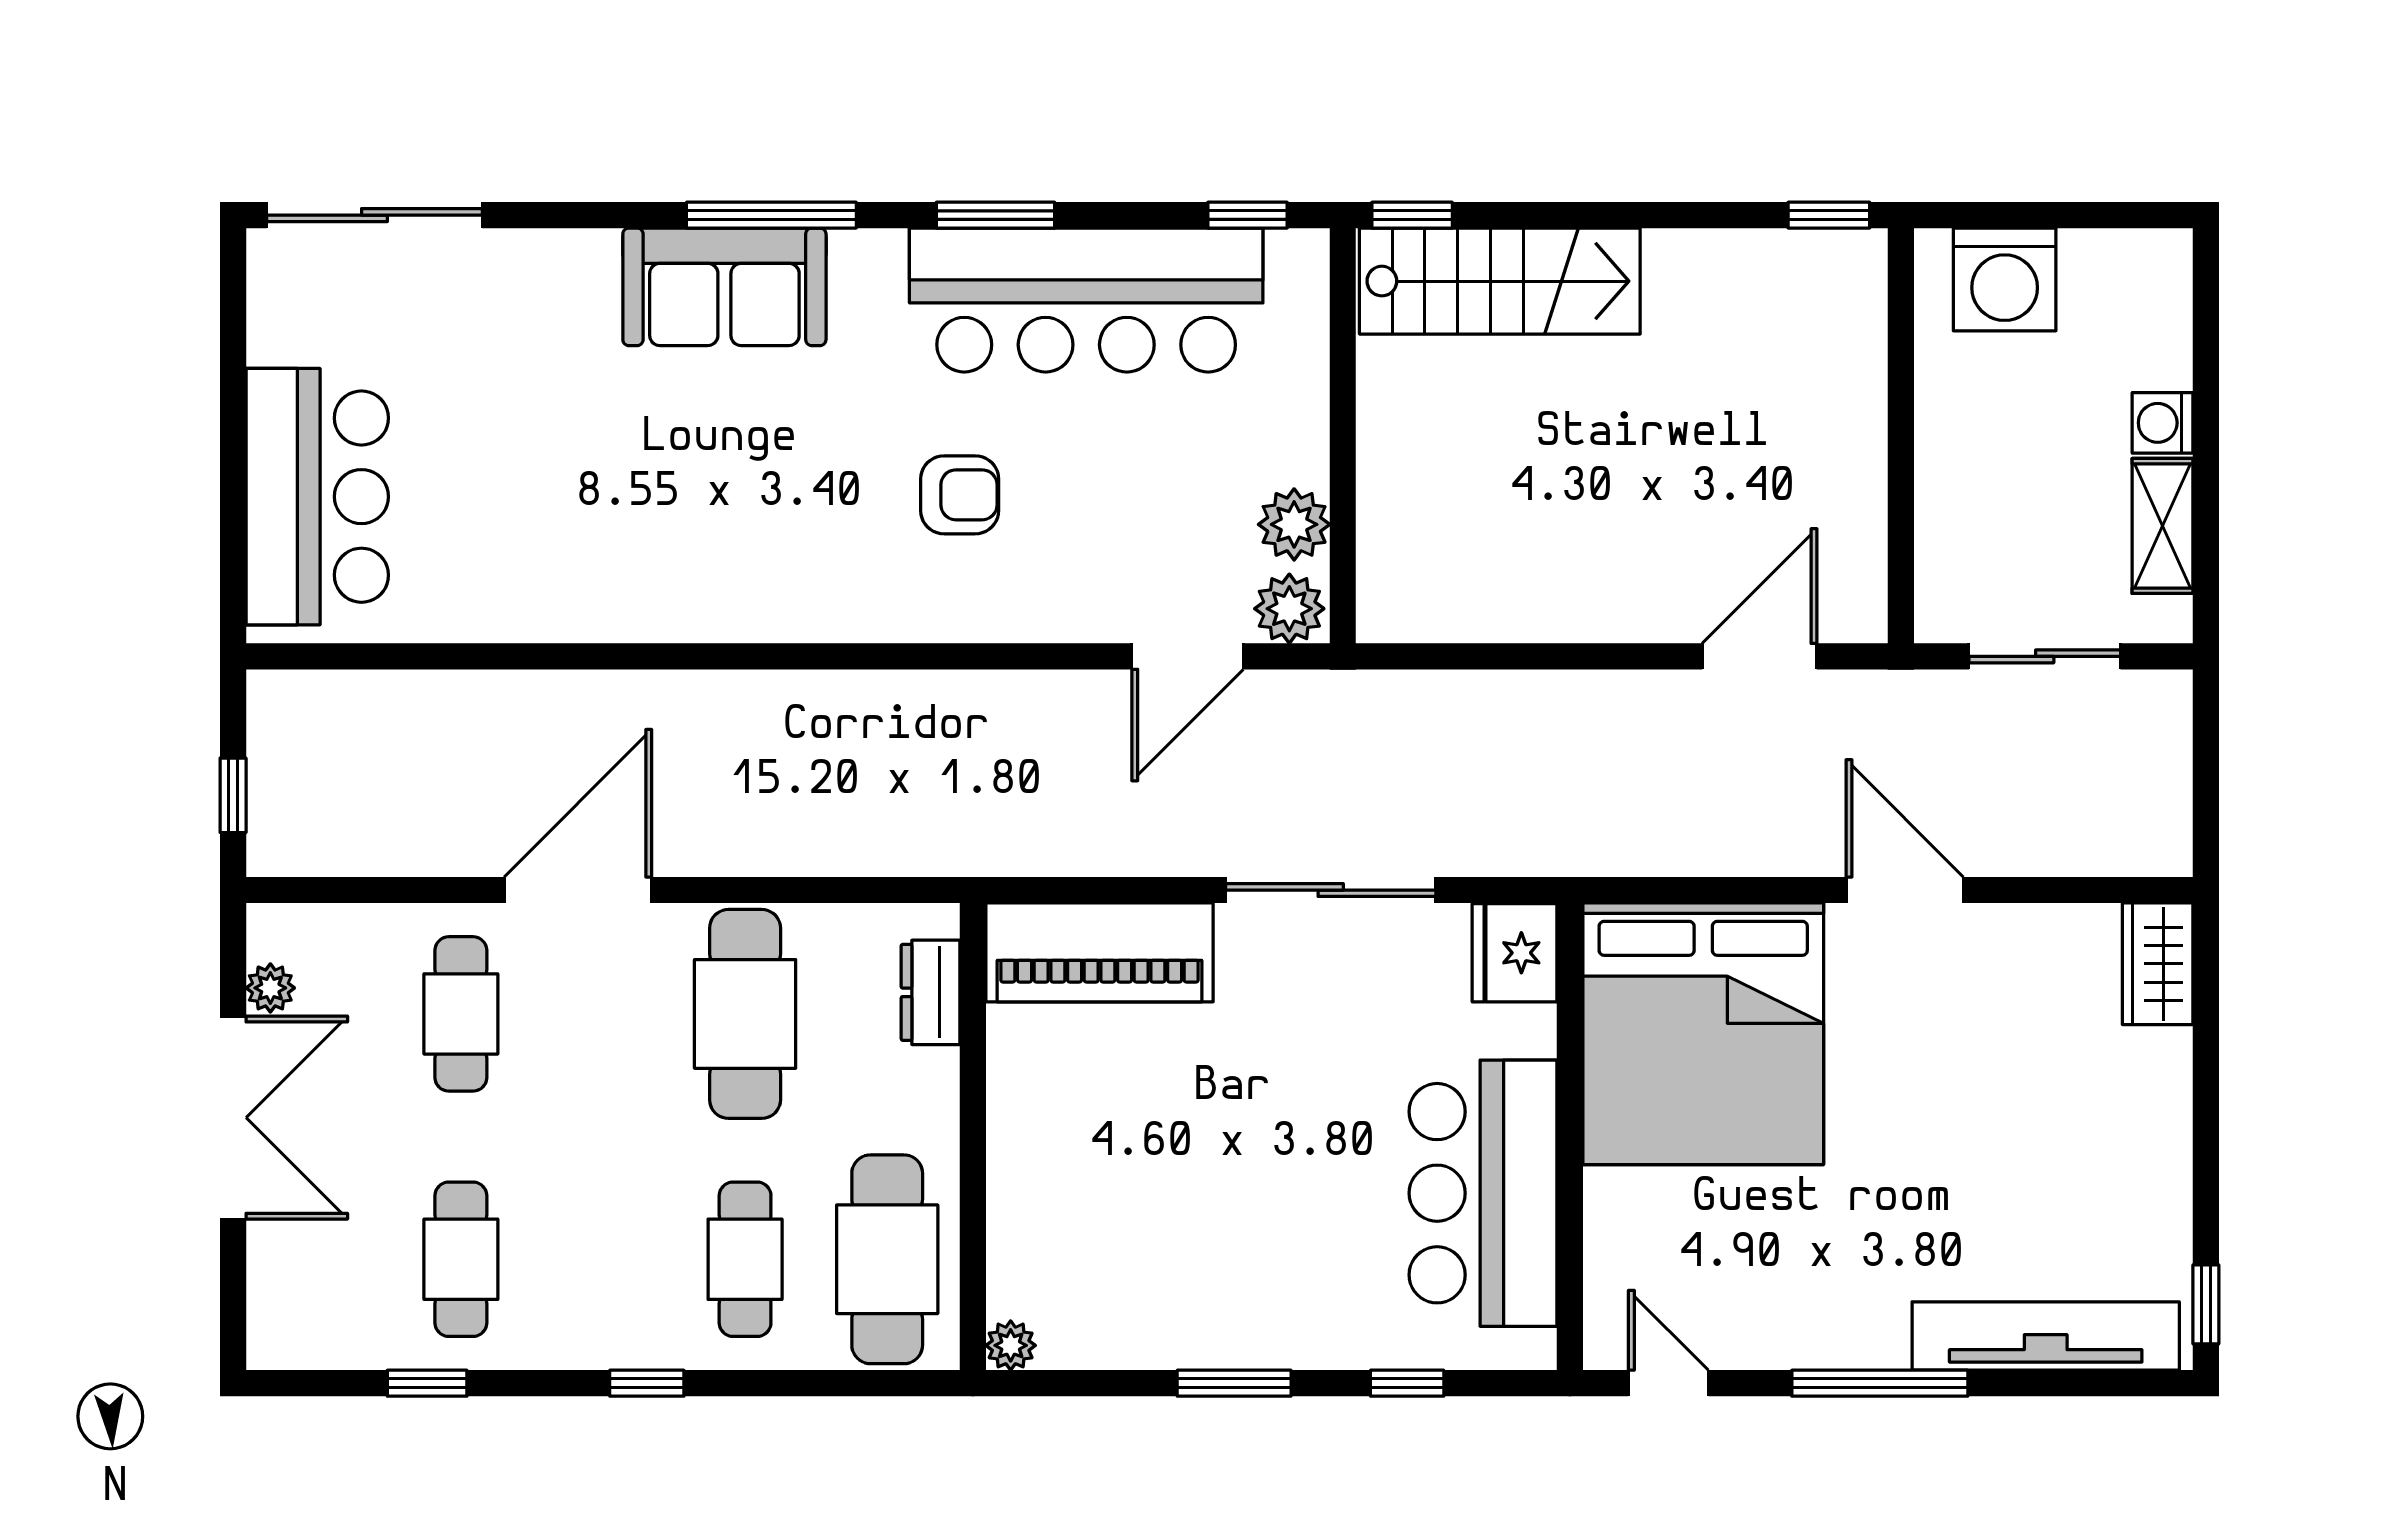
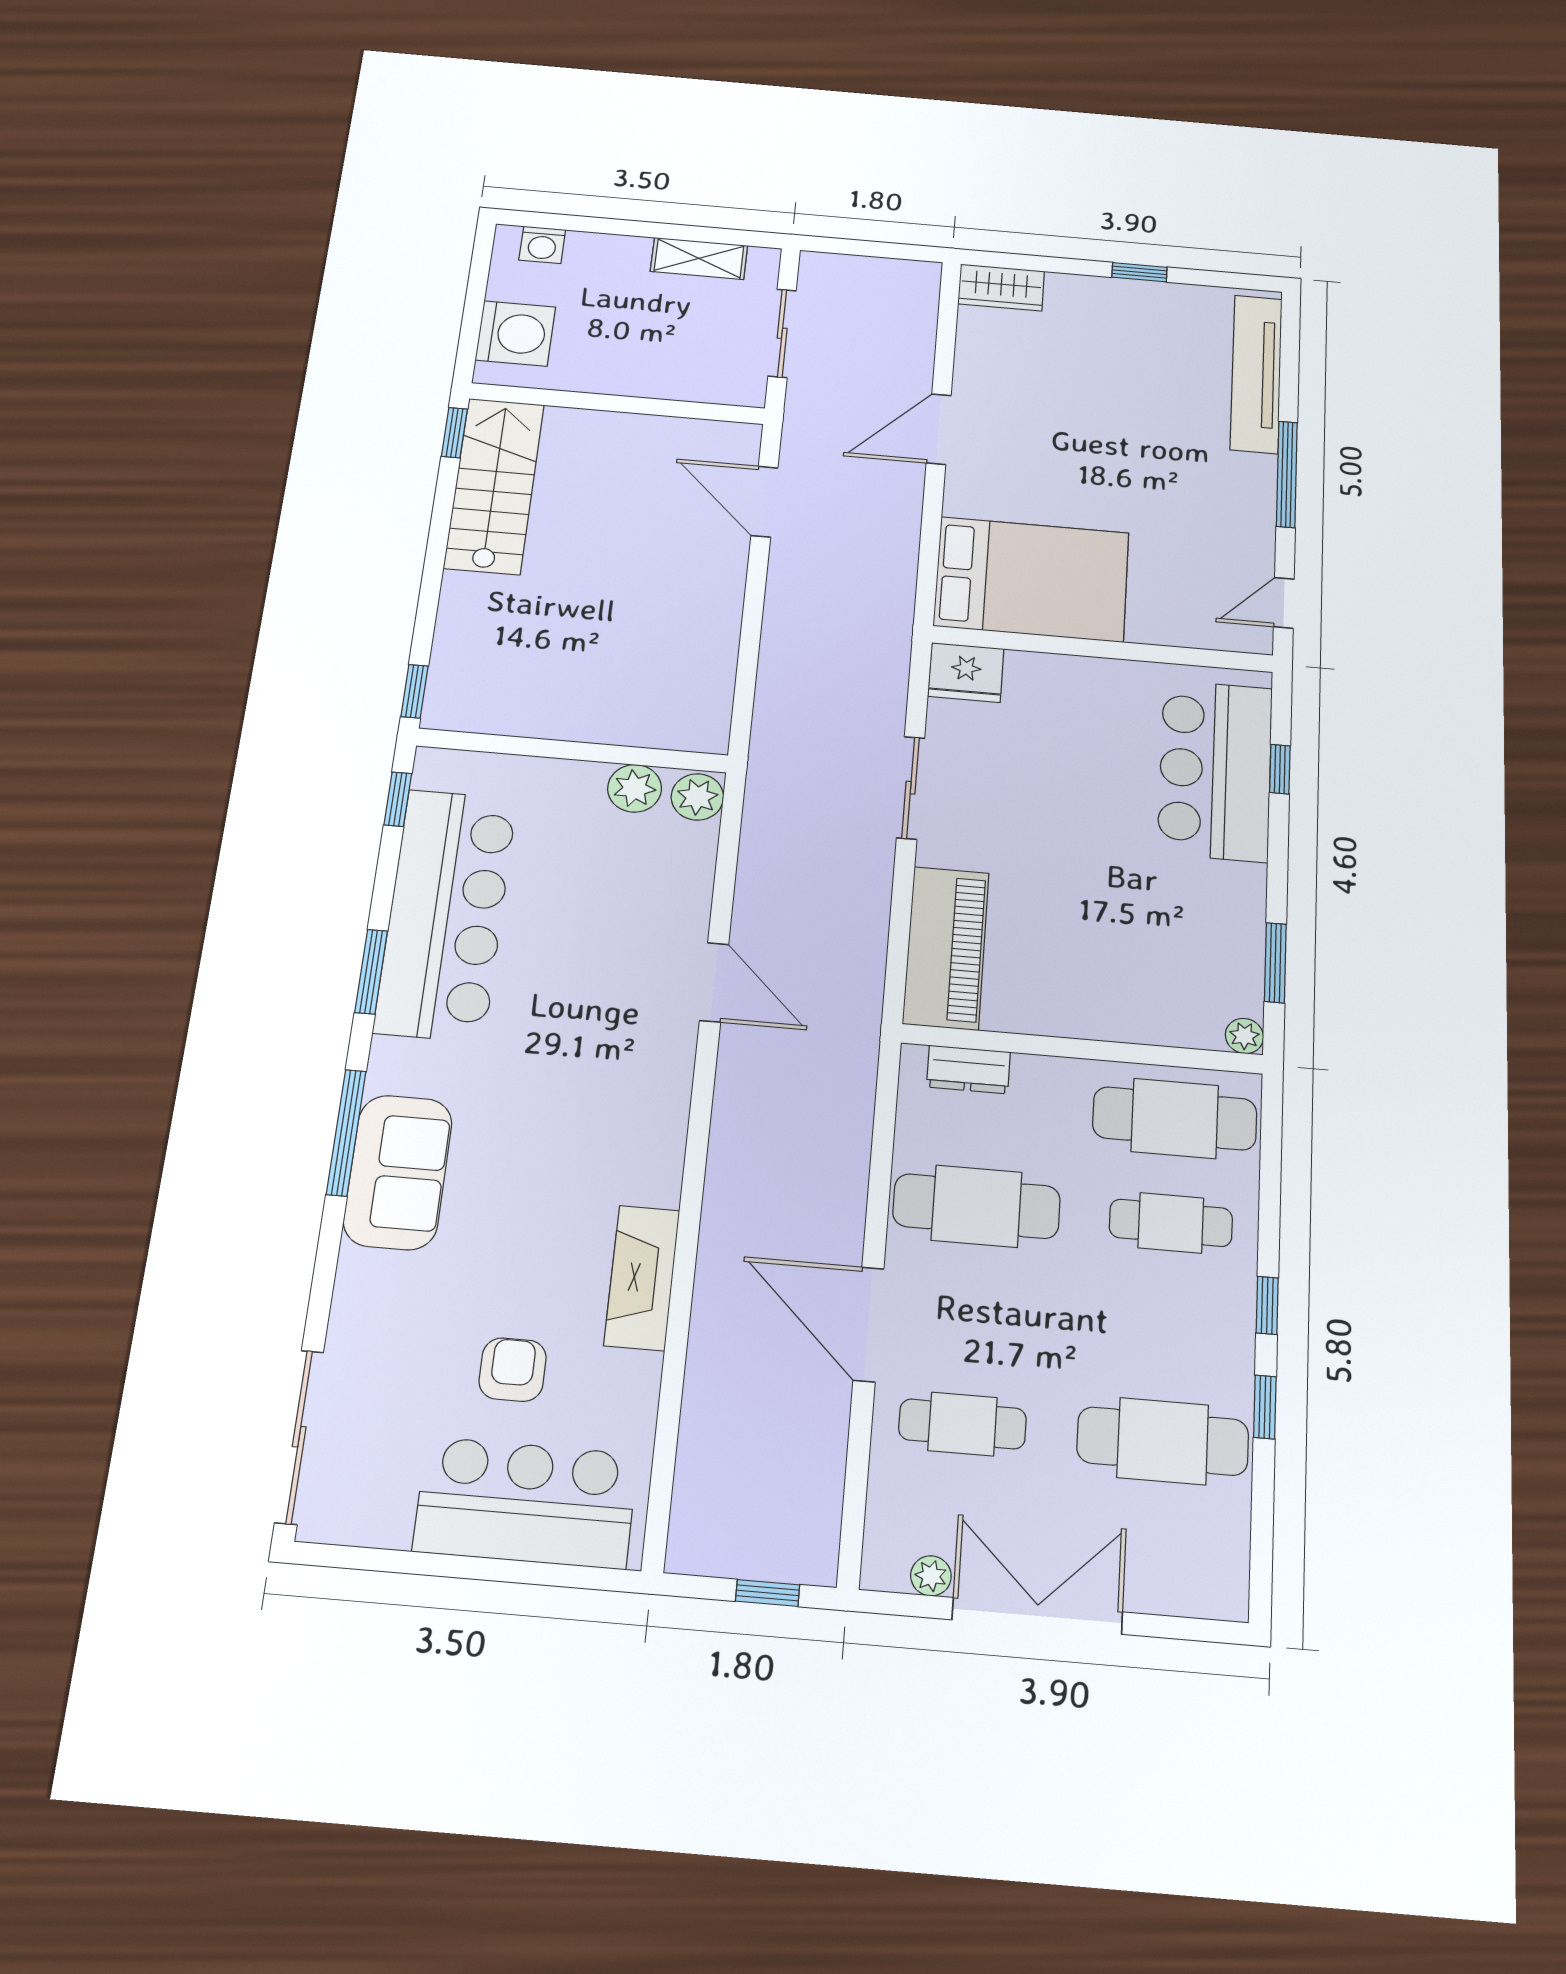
stairs: (1500, 281) -> (494, 486), moved
washing machine: (2163, 423) -> (542, 245), moved
armchair: (960, 495) -> (513, 1370), moved
fireplace: (613, 606) -> (642, 1278), added
door: (1188, 656) -> (714, 982), moved
sliding door: (1331, 890) -> (911, 788), width x0.73
bed: (1703, 1034) -> (1032, 579), width x0.73
bar counter: (1483, 1193) -> (1215, 770), moved, turned 90
cafe table: (461, 1259) -> (1163, 1441), width x1.37, depth x1.35
window: (2206, 1304) -> (1139, 272), moved
window: (427, 1383) -> (1265, 1407), moved
window: (1234, 1383) -> (1275, 963), moved

